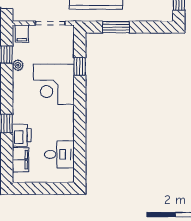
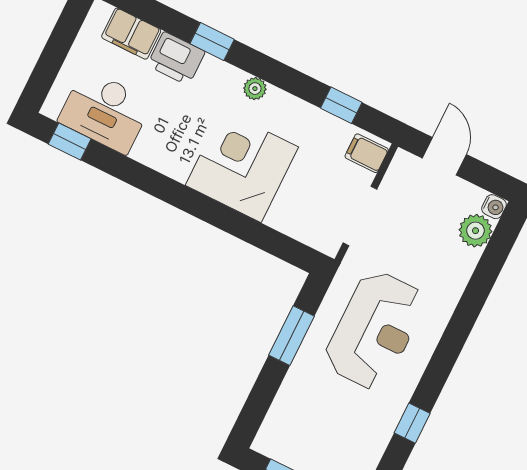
plant: (18, 65) -> (255, 89), moved
window: (80, 66) -> (70, 142), moved
desk: (59, 154) -> (105, 111), width x1.37

